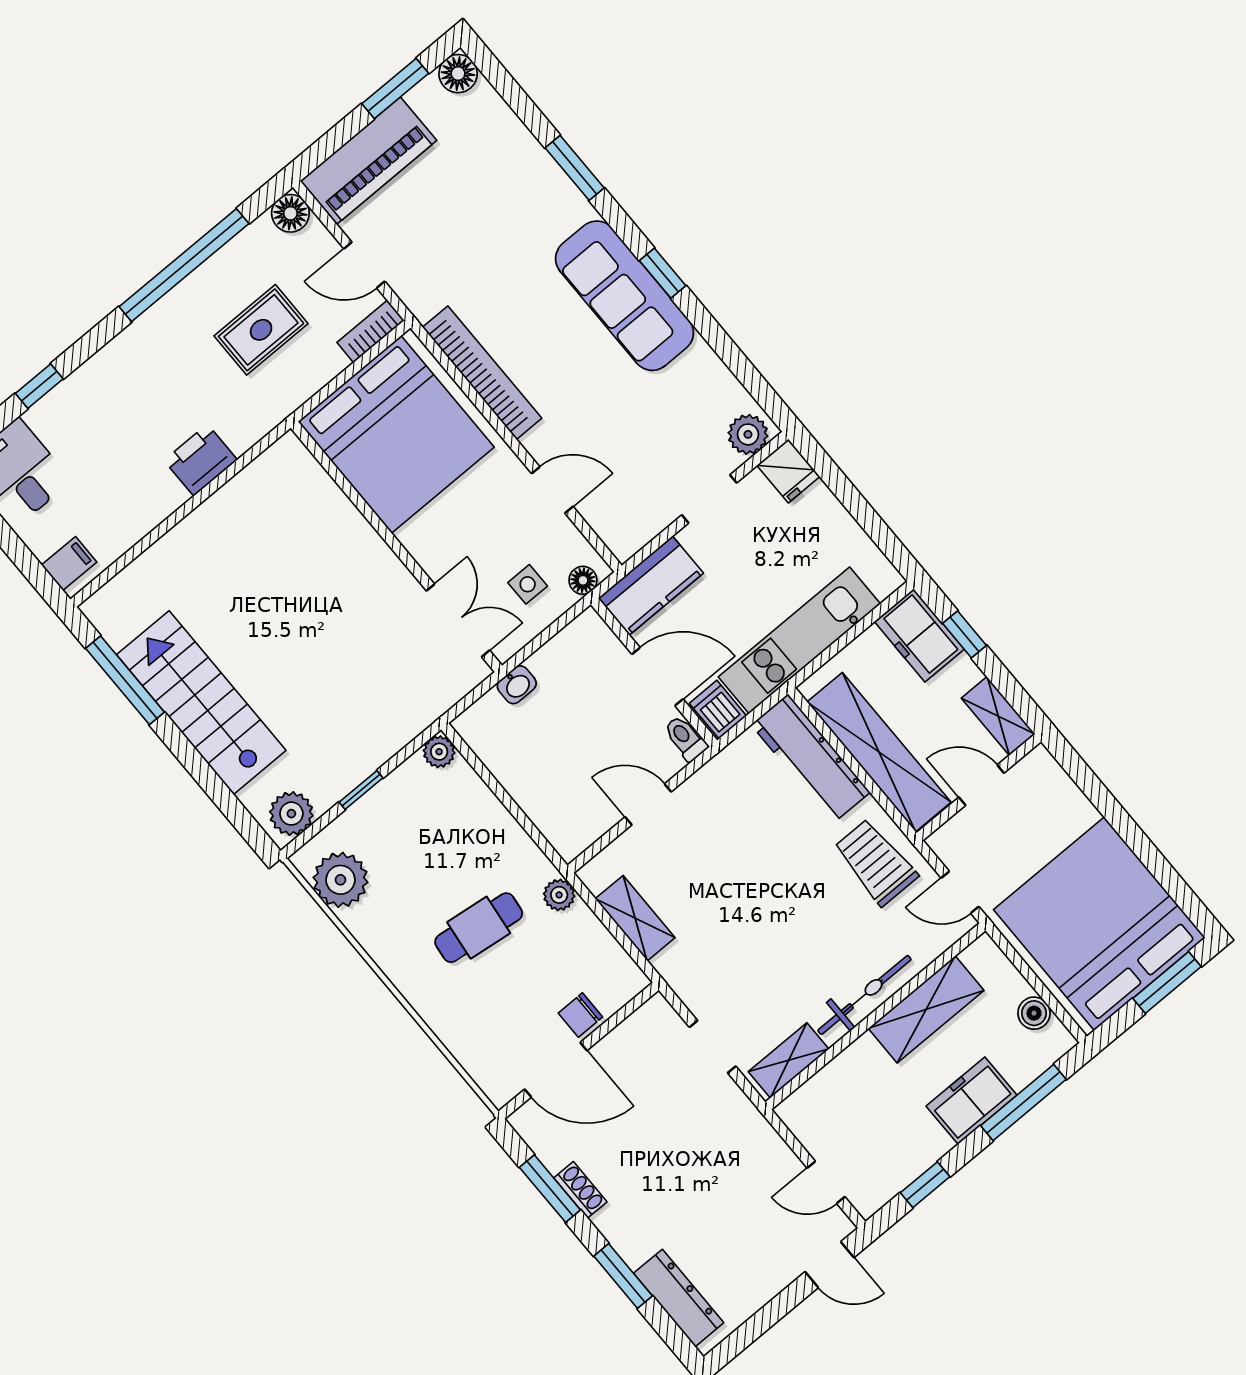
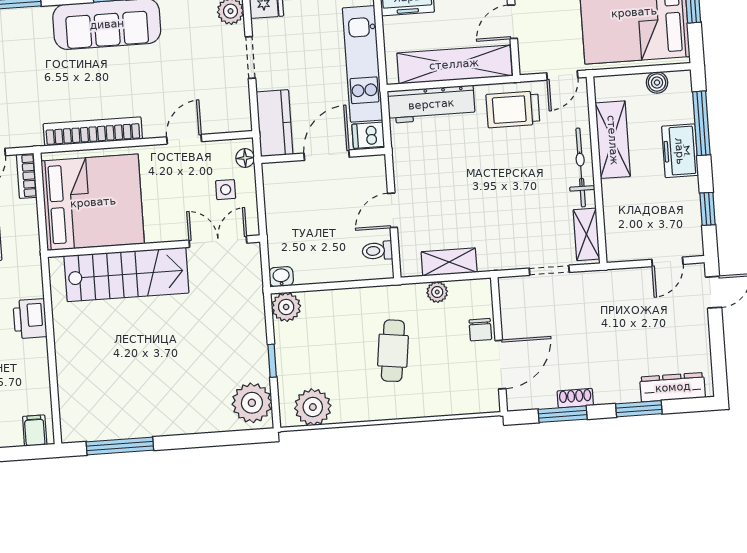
washbasin: (517, 685) -> (281, 277), moved, turned -90
stairs: (201, 703) -> (126, 274), moved, turned 180
toilet: (685, 738) -> (377, 251), moved
plant: (439, 752) -> (286, 307), width x1.38, depth x1.38
plant: (291, 814) -> (252, 403), width x1.36, depth x1.36
plant: (559, 895) -> (437, 292), moved

